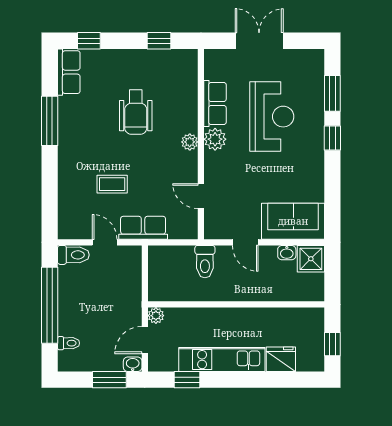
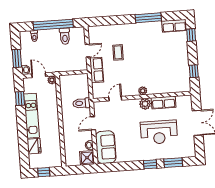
wheelchair: (136, 112) -> (156, 62), removed
toilet: (73, 255) -> (65, 36), moved

